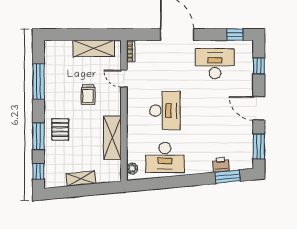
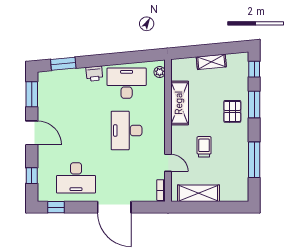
printer: (221, 165) -> (94, 74), moved

